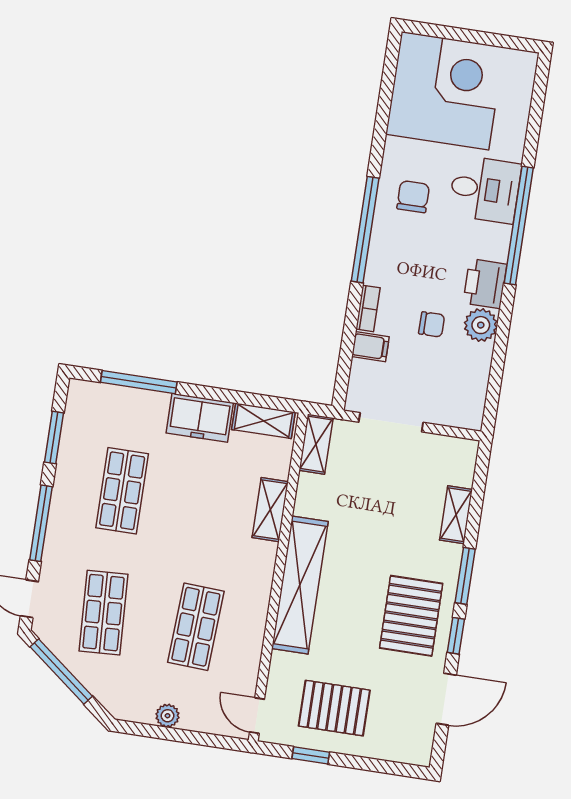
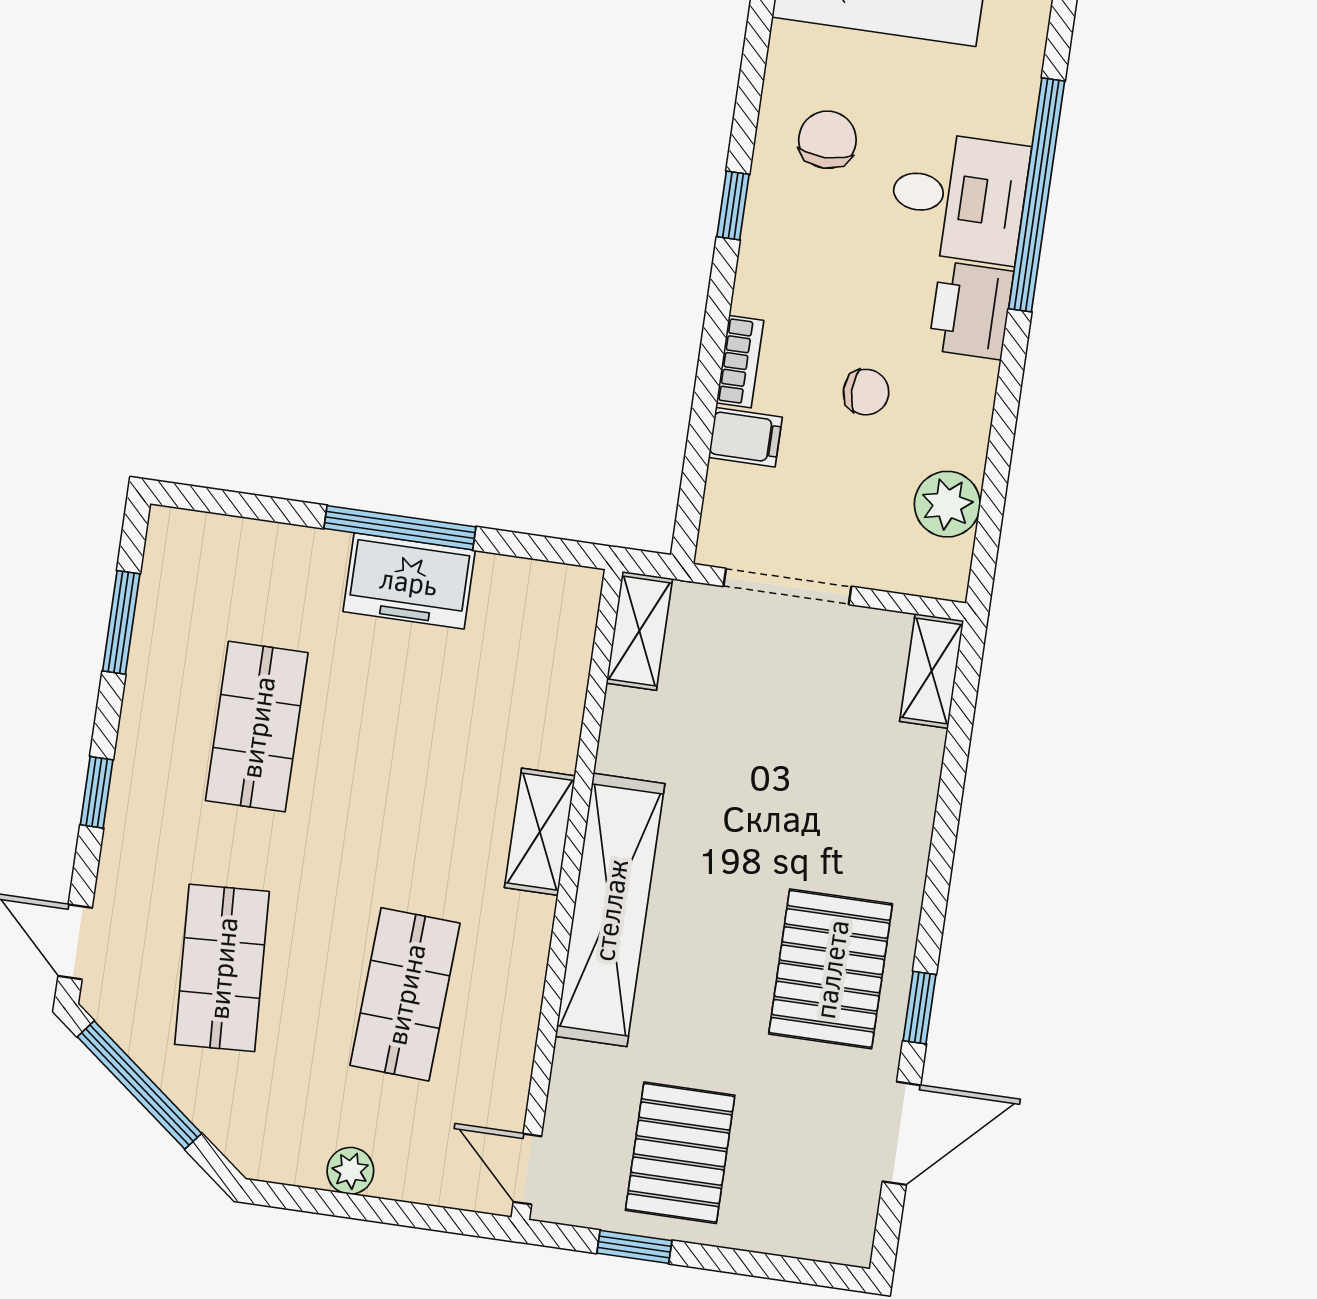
desk: (485, 189) -> (959, 197), moved
window: (365, 230) -> (733, 206), width x0.32
plant: (481, 325) -> (947, 504), moved
window: (139, 382) -> (400, 528), moved
shelving: (263, 421) -> (535, 586), removed
shelving: (270, 510) -> (540, 832), moved
shelving: (456, 515) -> (932, 671), moved
window: (41, 523) -> (97, 792), width x0.46
window: (465, 576) -> (937, 889), removed
pallet: (334, 708) -> (680, 1153), turned 90

